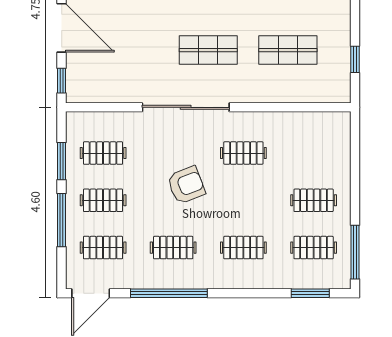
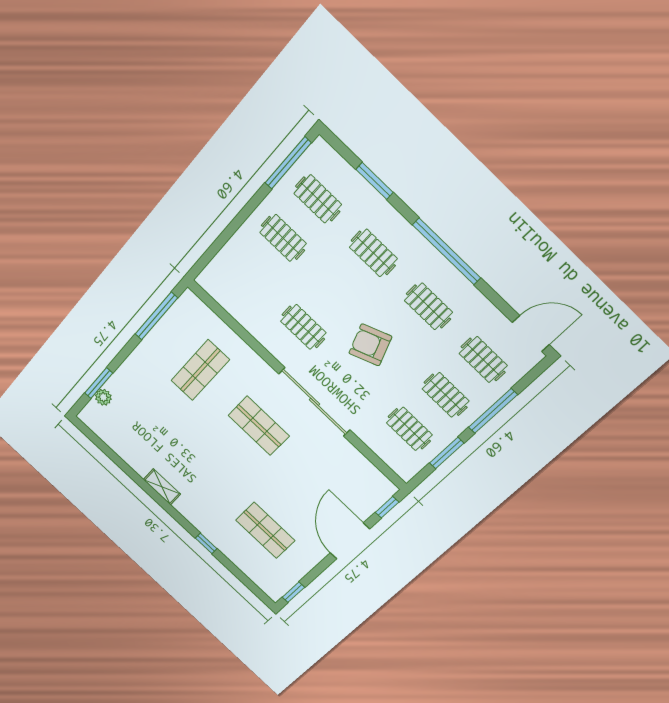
shop shelf: (288, 50) -> (200, 370), turned 90
window: (355, 59) -> (156, 316), width x2.17
window: (169, 293) -> (447, 251), moved
window: (310, 293) -> (374, 181), moved

